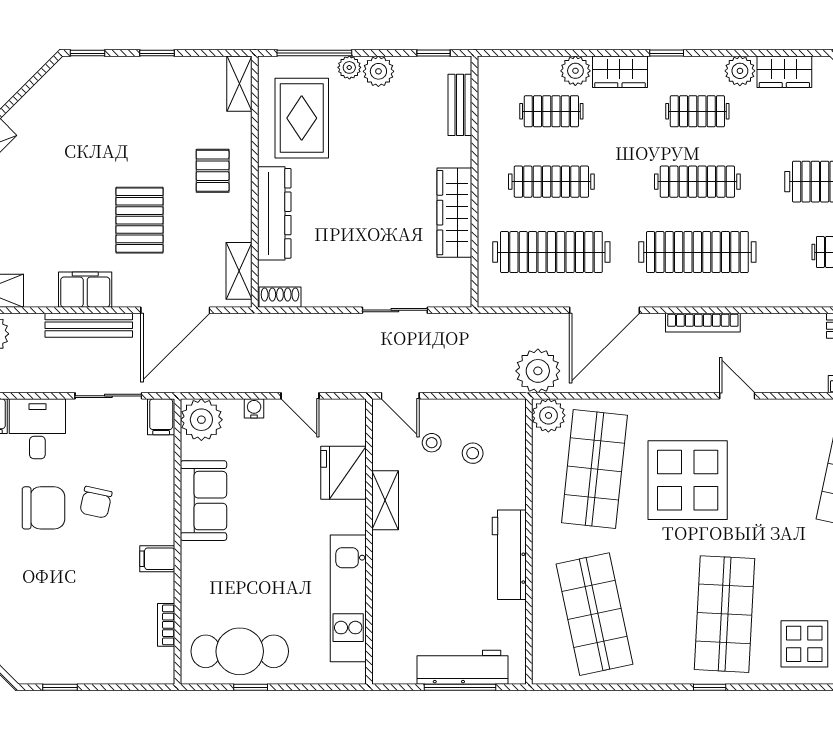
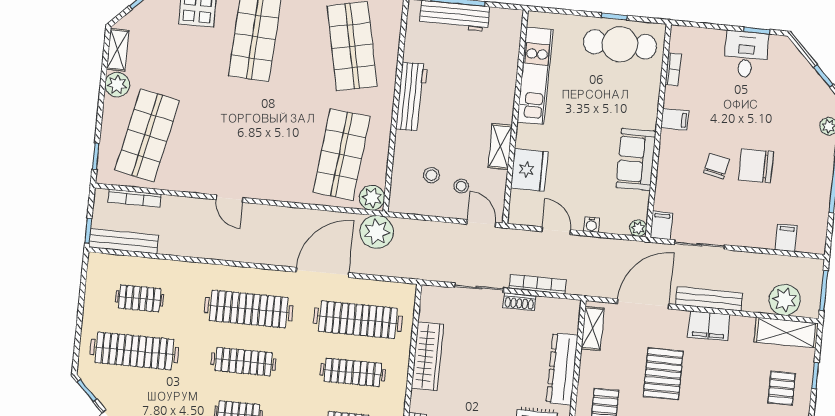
shoe rack: (280, 297) -> (519, 302), moved
bookcase: (703, 323) -> (538, 284), moved
plant: (201, 420) -> (638, 228), width x0.53, depth x0.53
desk: (37, 429) -> (746, 54), moved, turned 180
display table: (688, 480) -> (273, 139), removed

